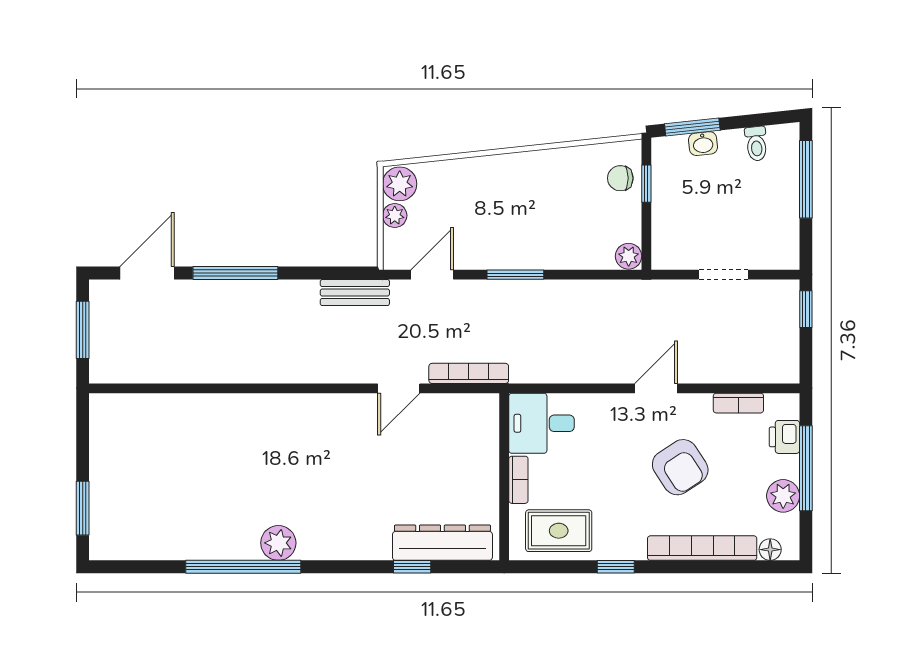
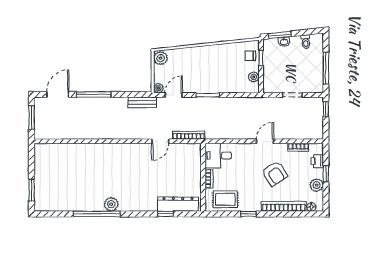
window: (806, 179) -> (326, 68), moved
plant: (395, 215) -> (159, 88), moved
plant: (629, 256) -> (254, 77), moved
window: (806, 468) -> (326, 174), width x0.46

